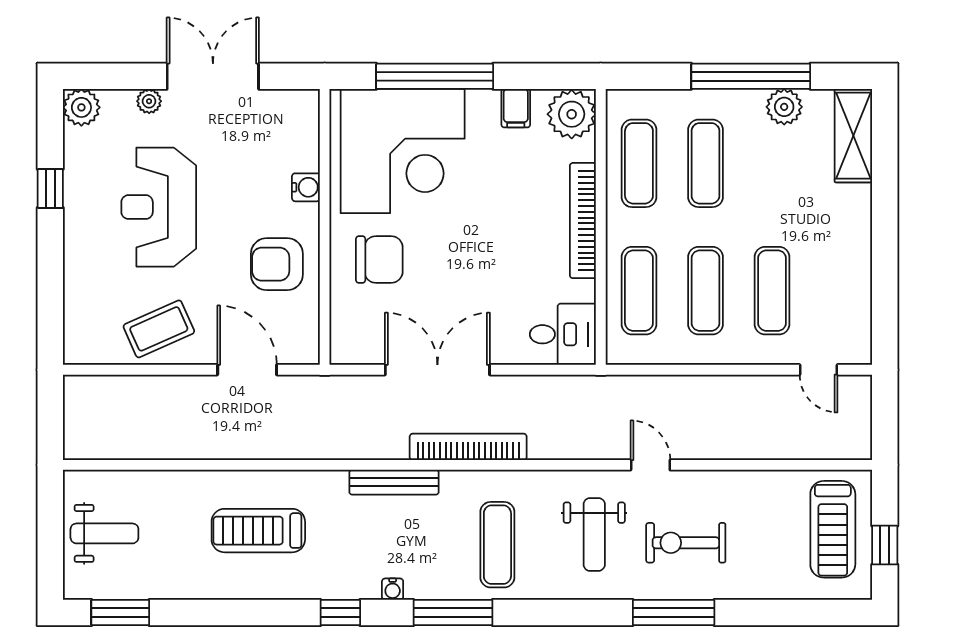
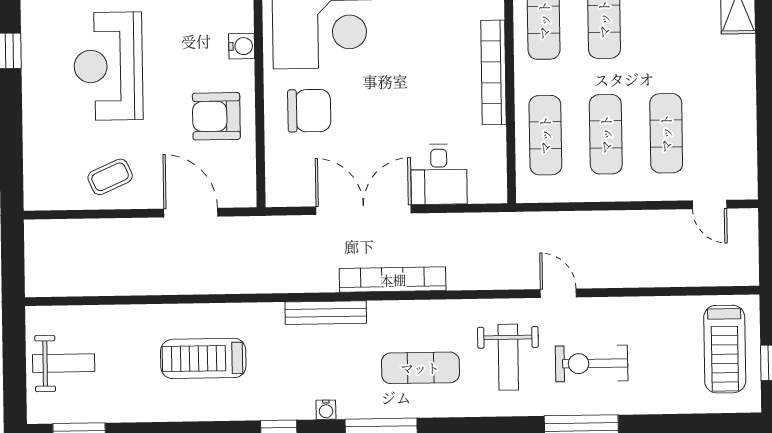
coffee table: (159, 329) -> (110, 177), width x0.73, depth x0.77
desk: (563, 334) -> (439, 174), moved, turned 90
exercise mat: (497, 545) -> (420, 368), turned 90

